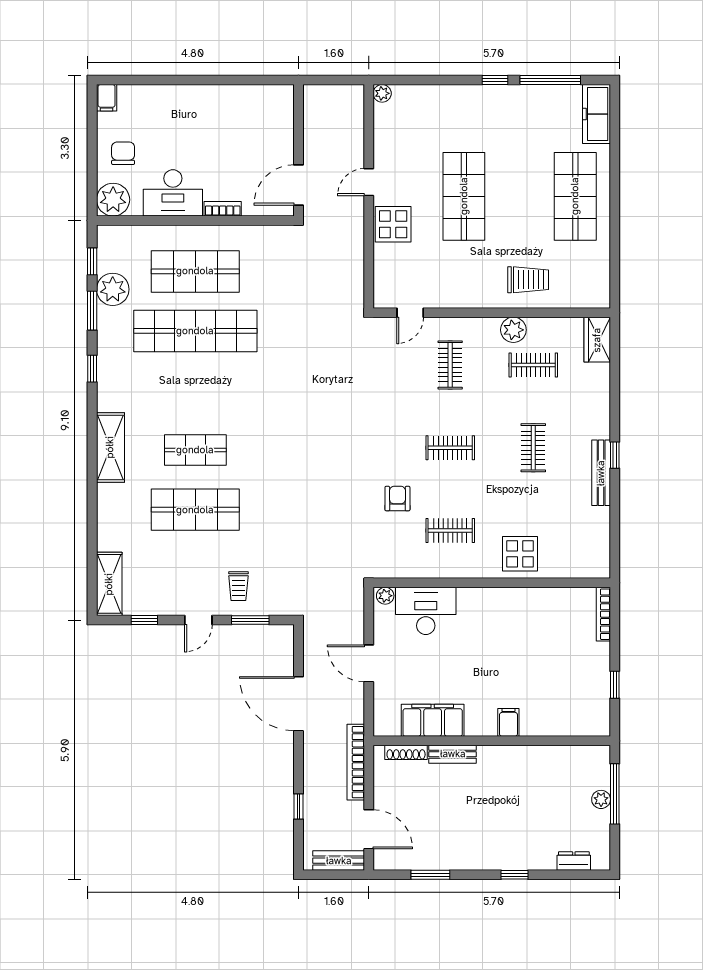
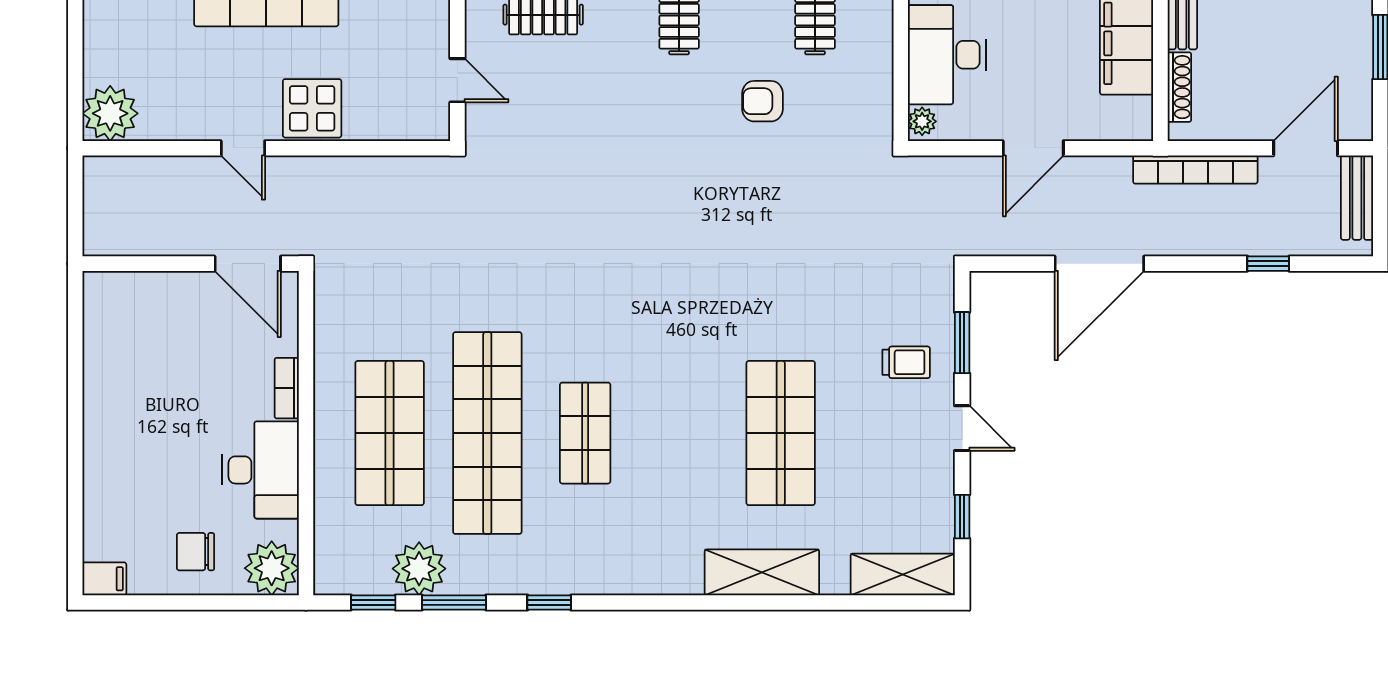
plant: (382, 93) -> (110, 113), width x1.88, depth x1.88
shelving: (110, 447) -> (762, 572), moved
shop shelf: (195, 450) -> (585, 433), moved

